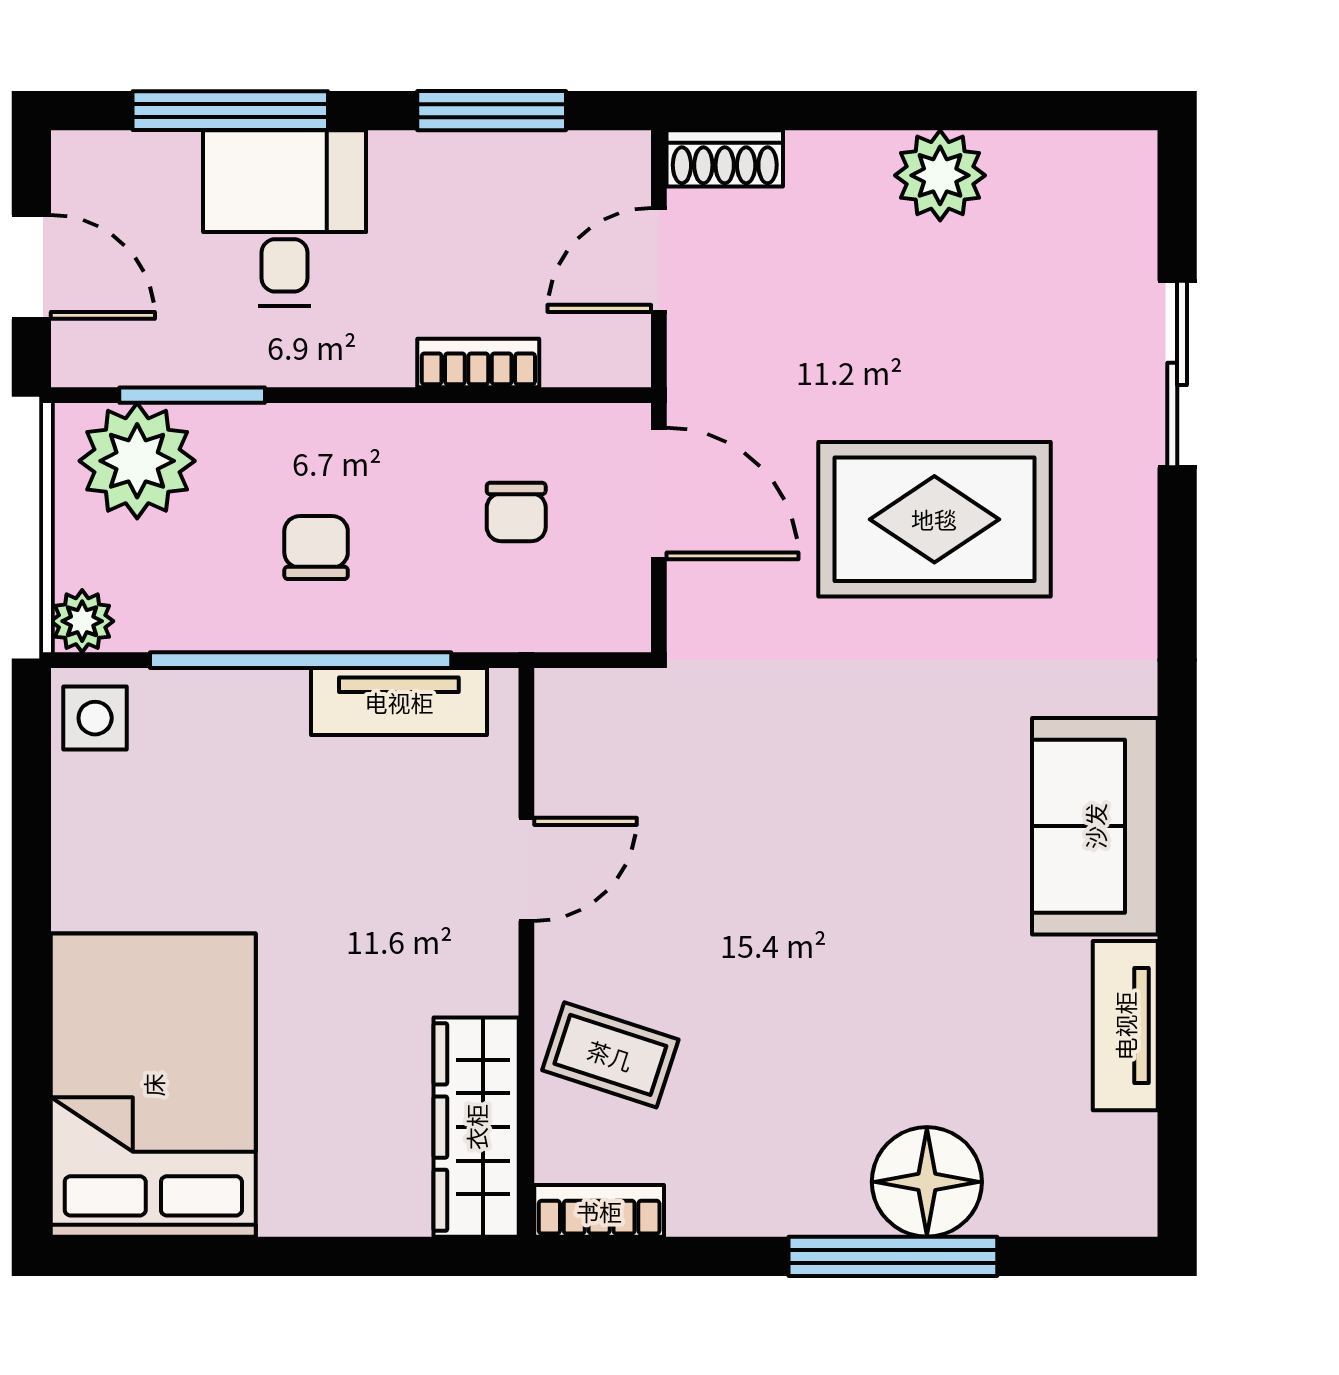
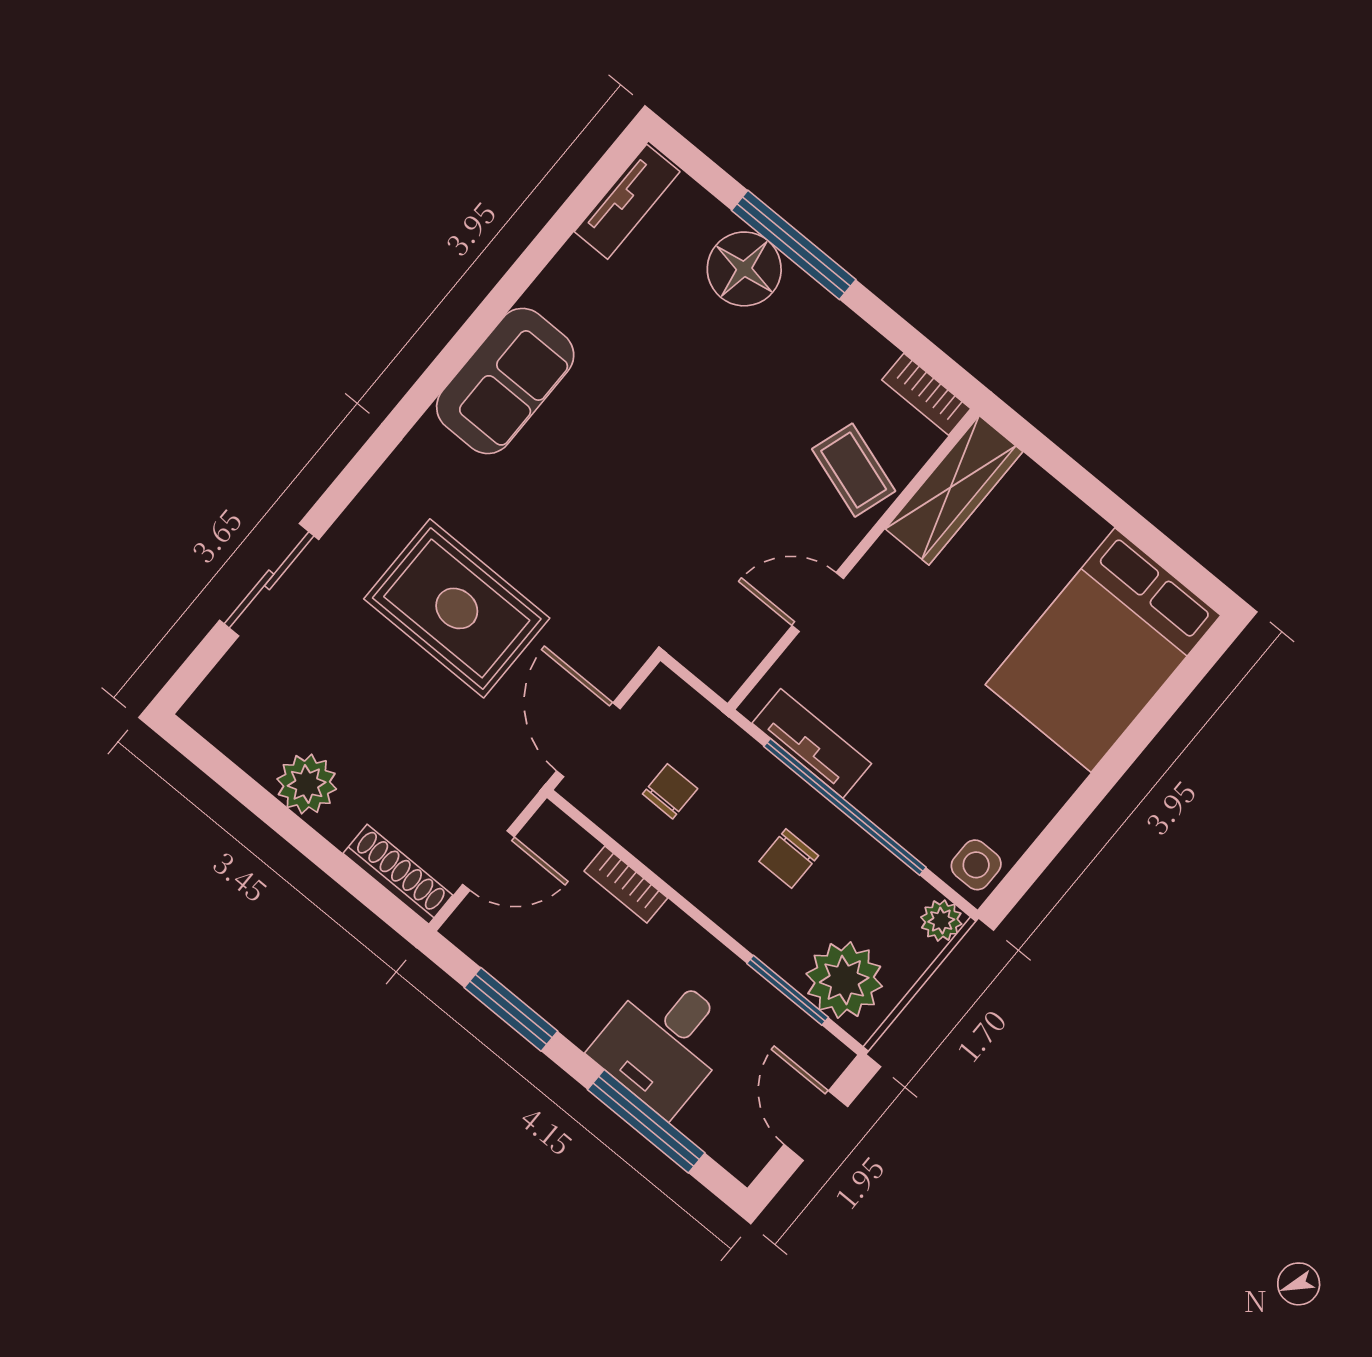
shoe rack: (725, 158) -> (398, 874), width x1.43
tv unit: (1125, 1026) -> (627, 202), moved

